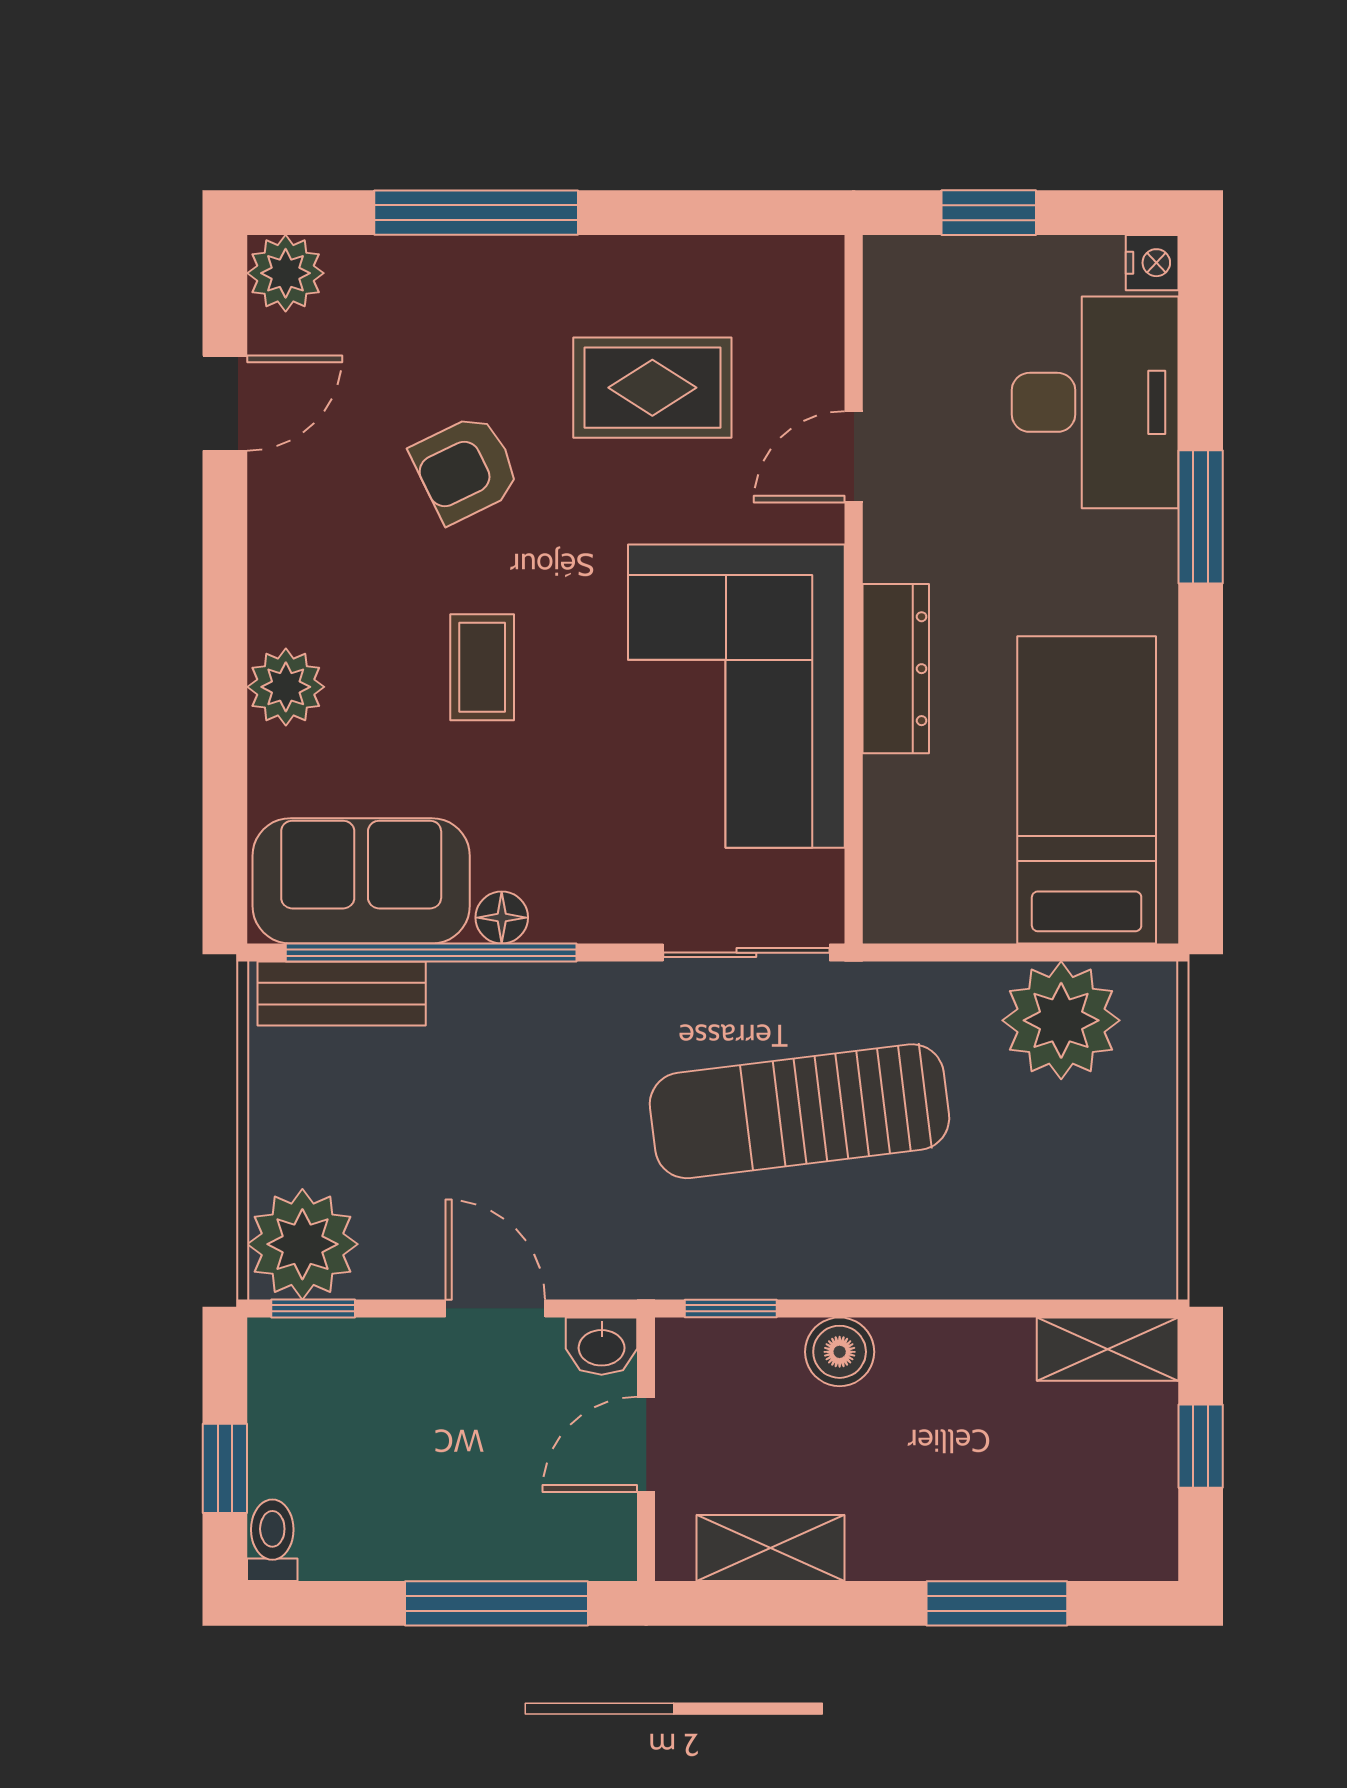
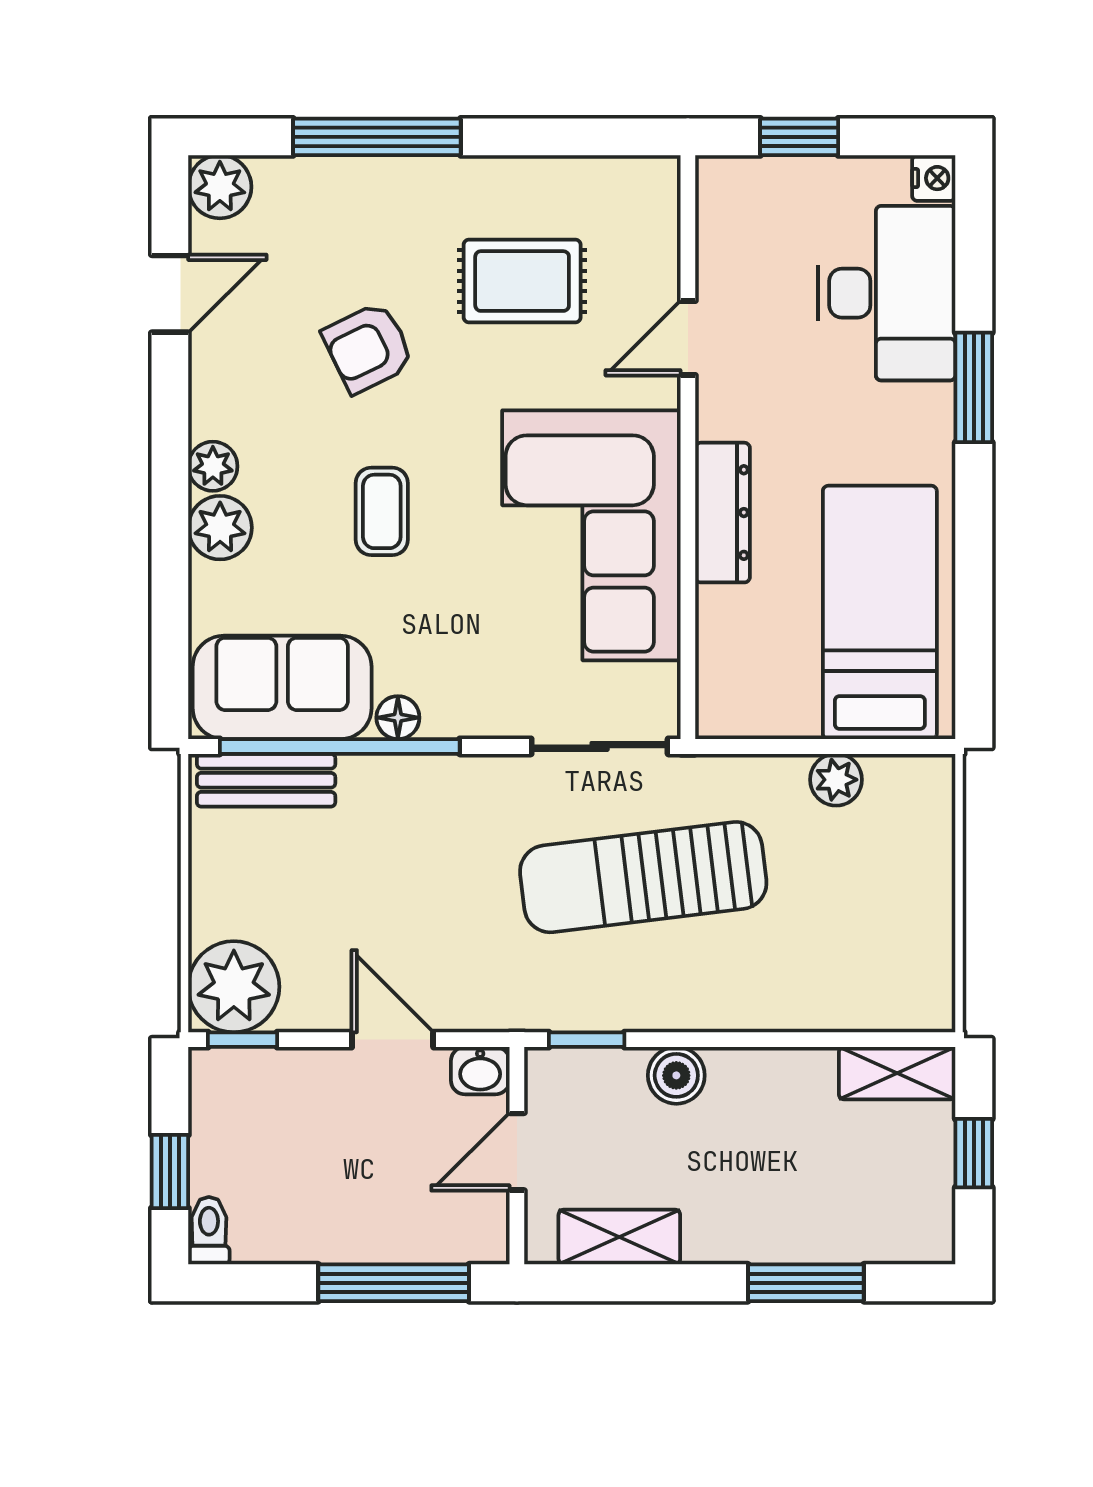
plant: (277, 613) -> (213, 466), added
plant: (1061, 1020) -> (836, 780), width x0.53, depth x0.53

